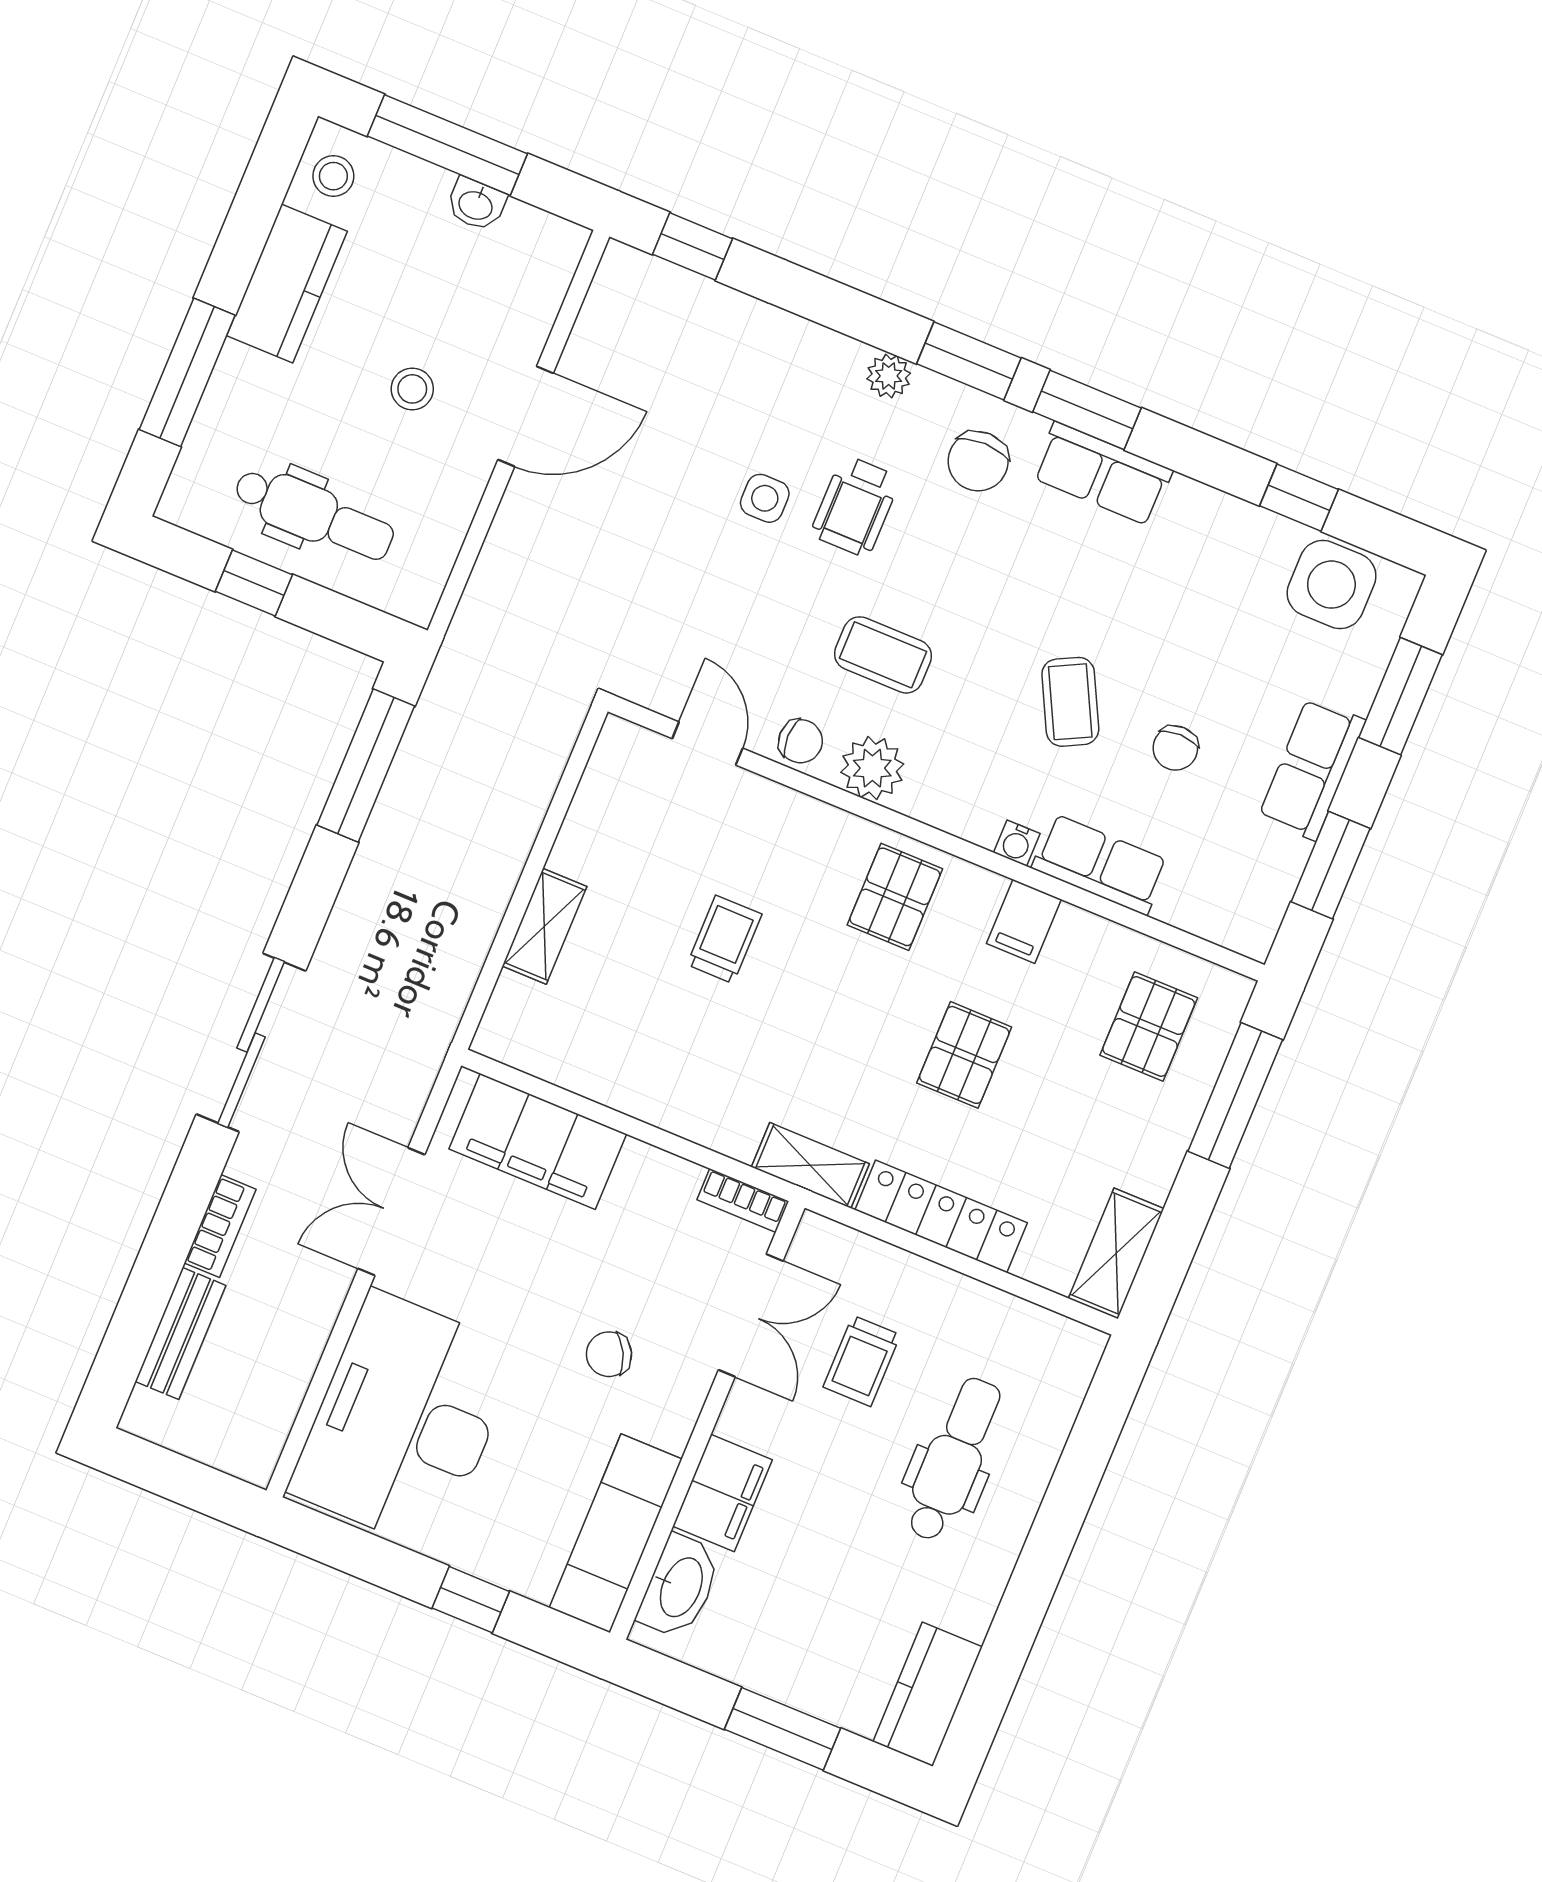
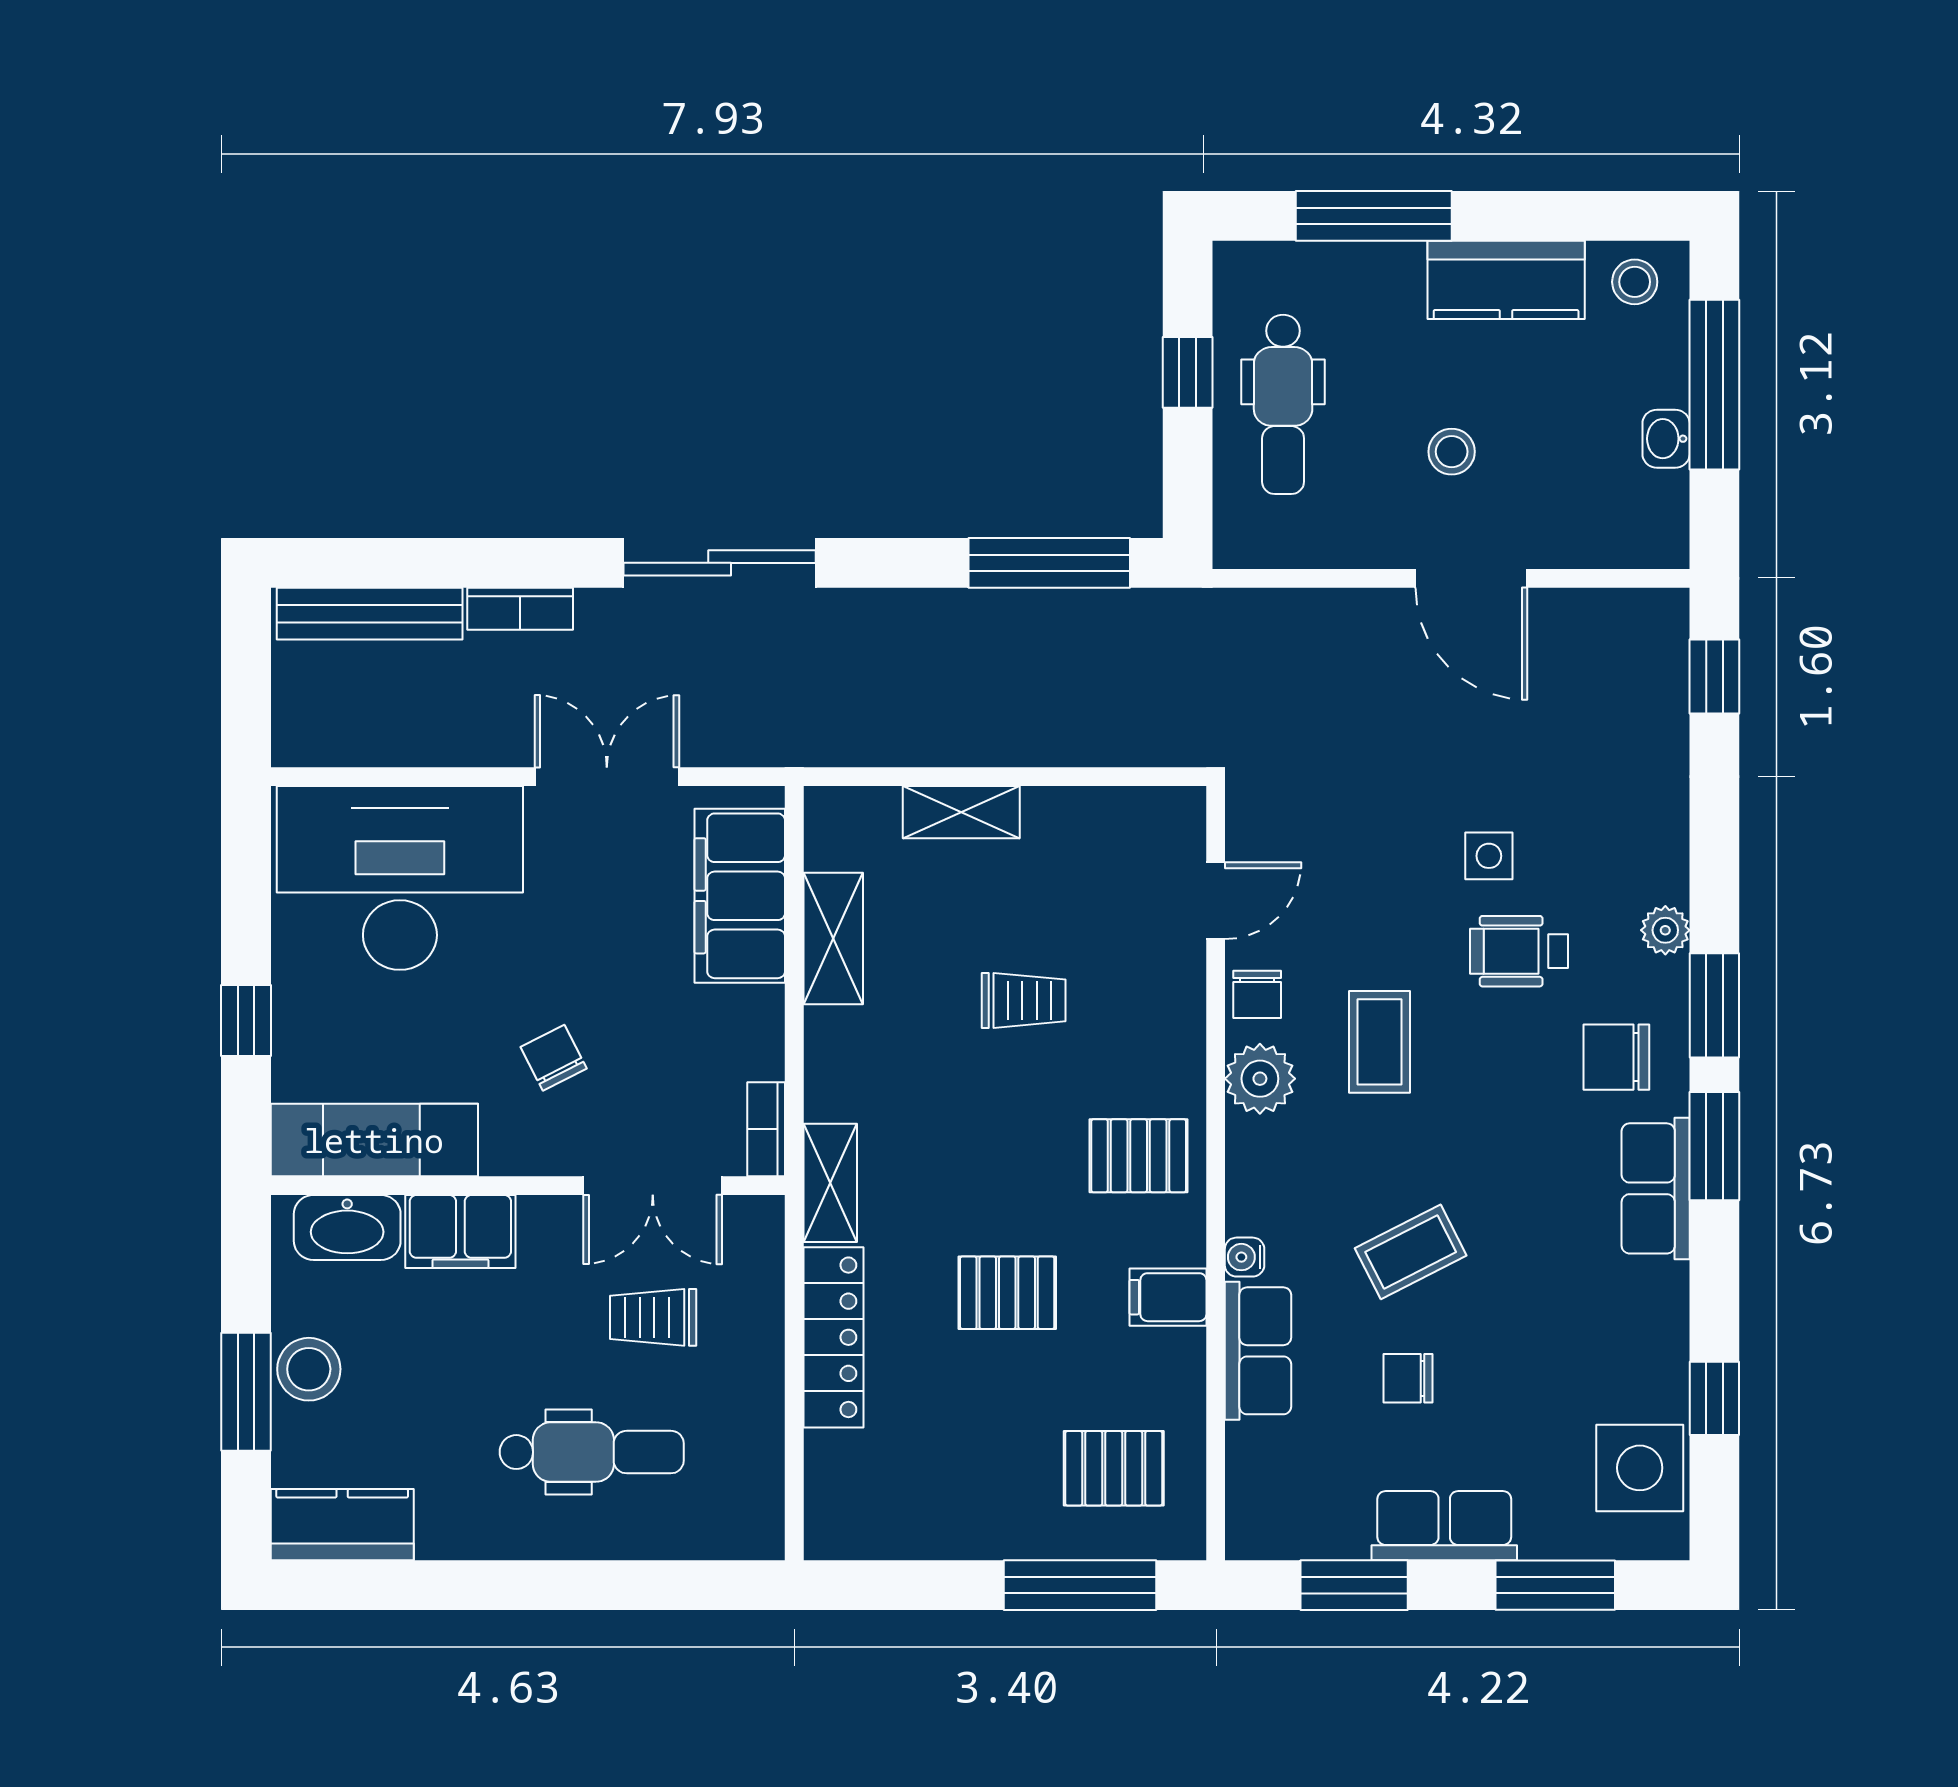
shelving: (1116, 1253) -> (833, 939), moved, turned 90
bench: (180, 1333) -> (370, 614), width x1.36
stool: (785, 1668) -> (309, 1369), added

